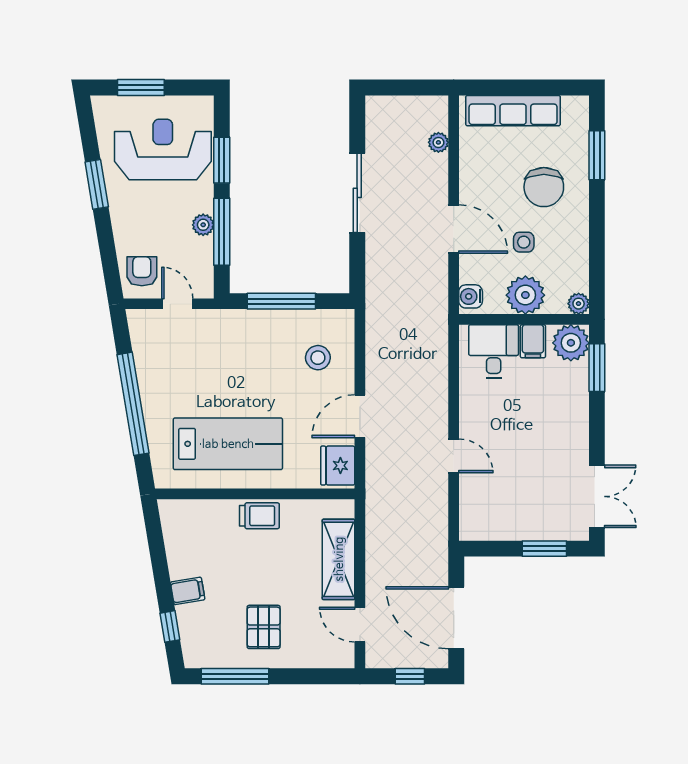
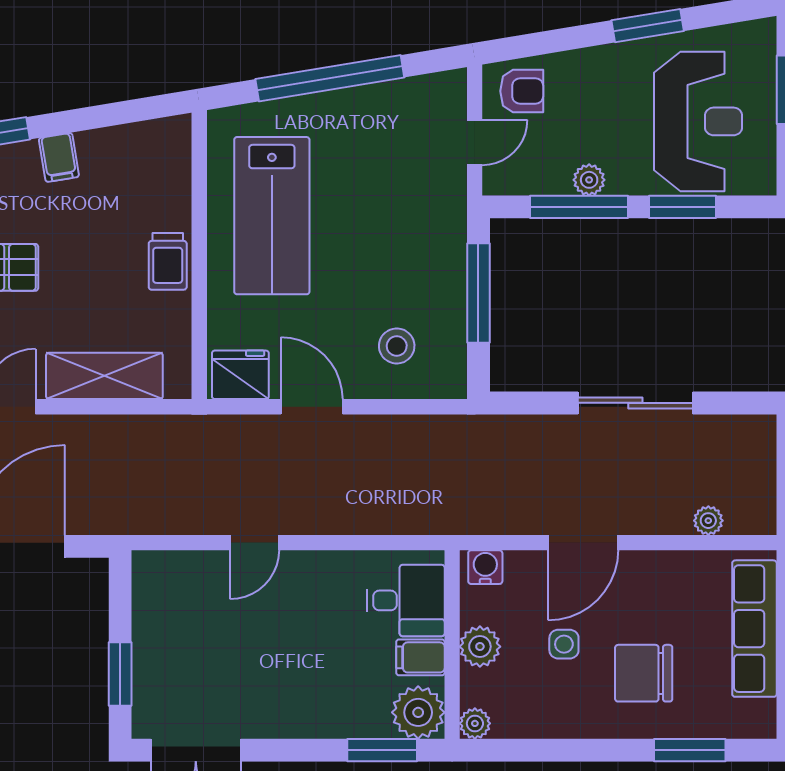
plant: (525, 295) -> (480, 647), width x0.73, depth x0.73

